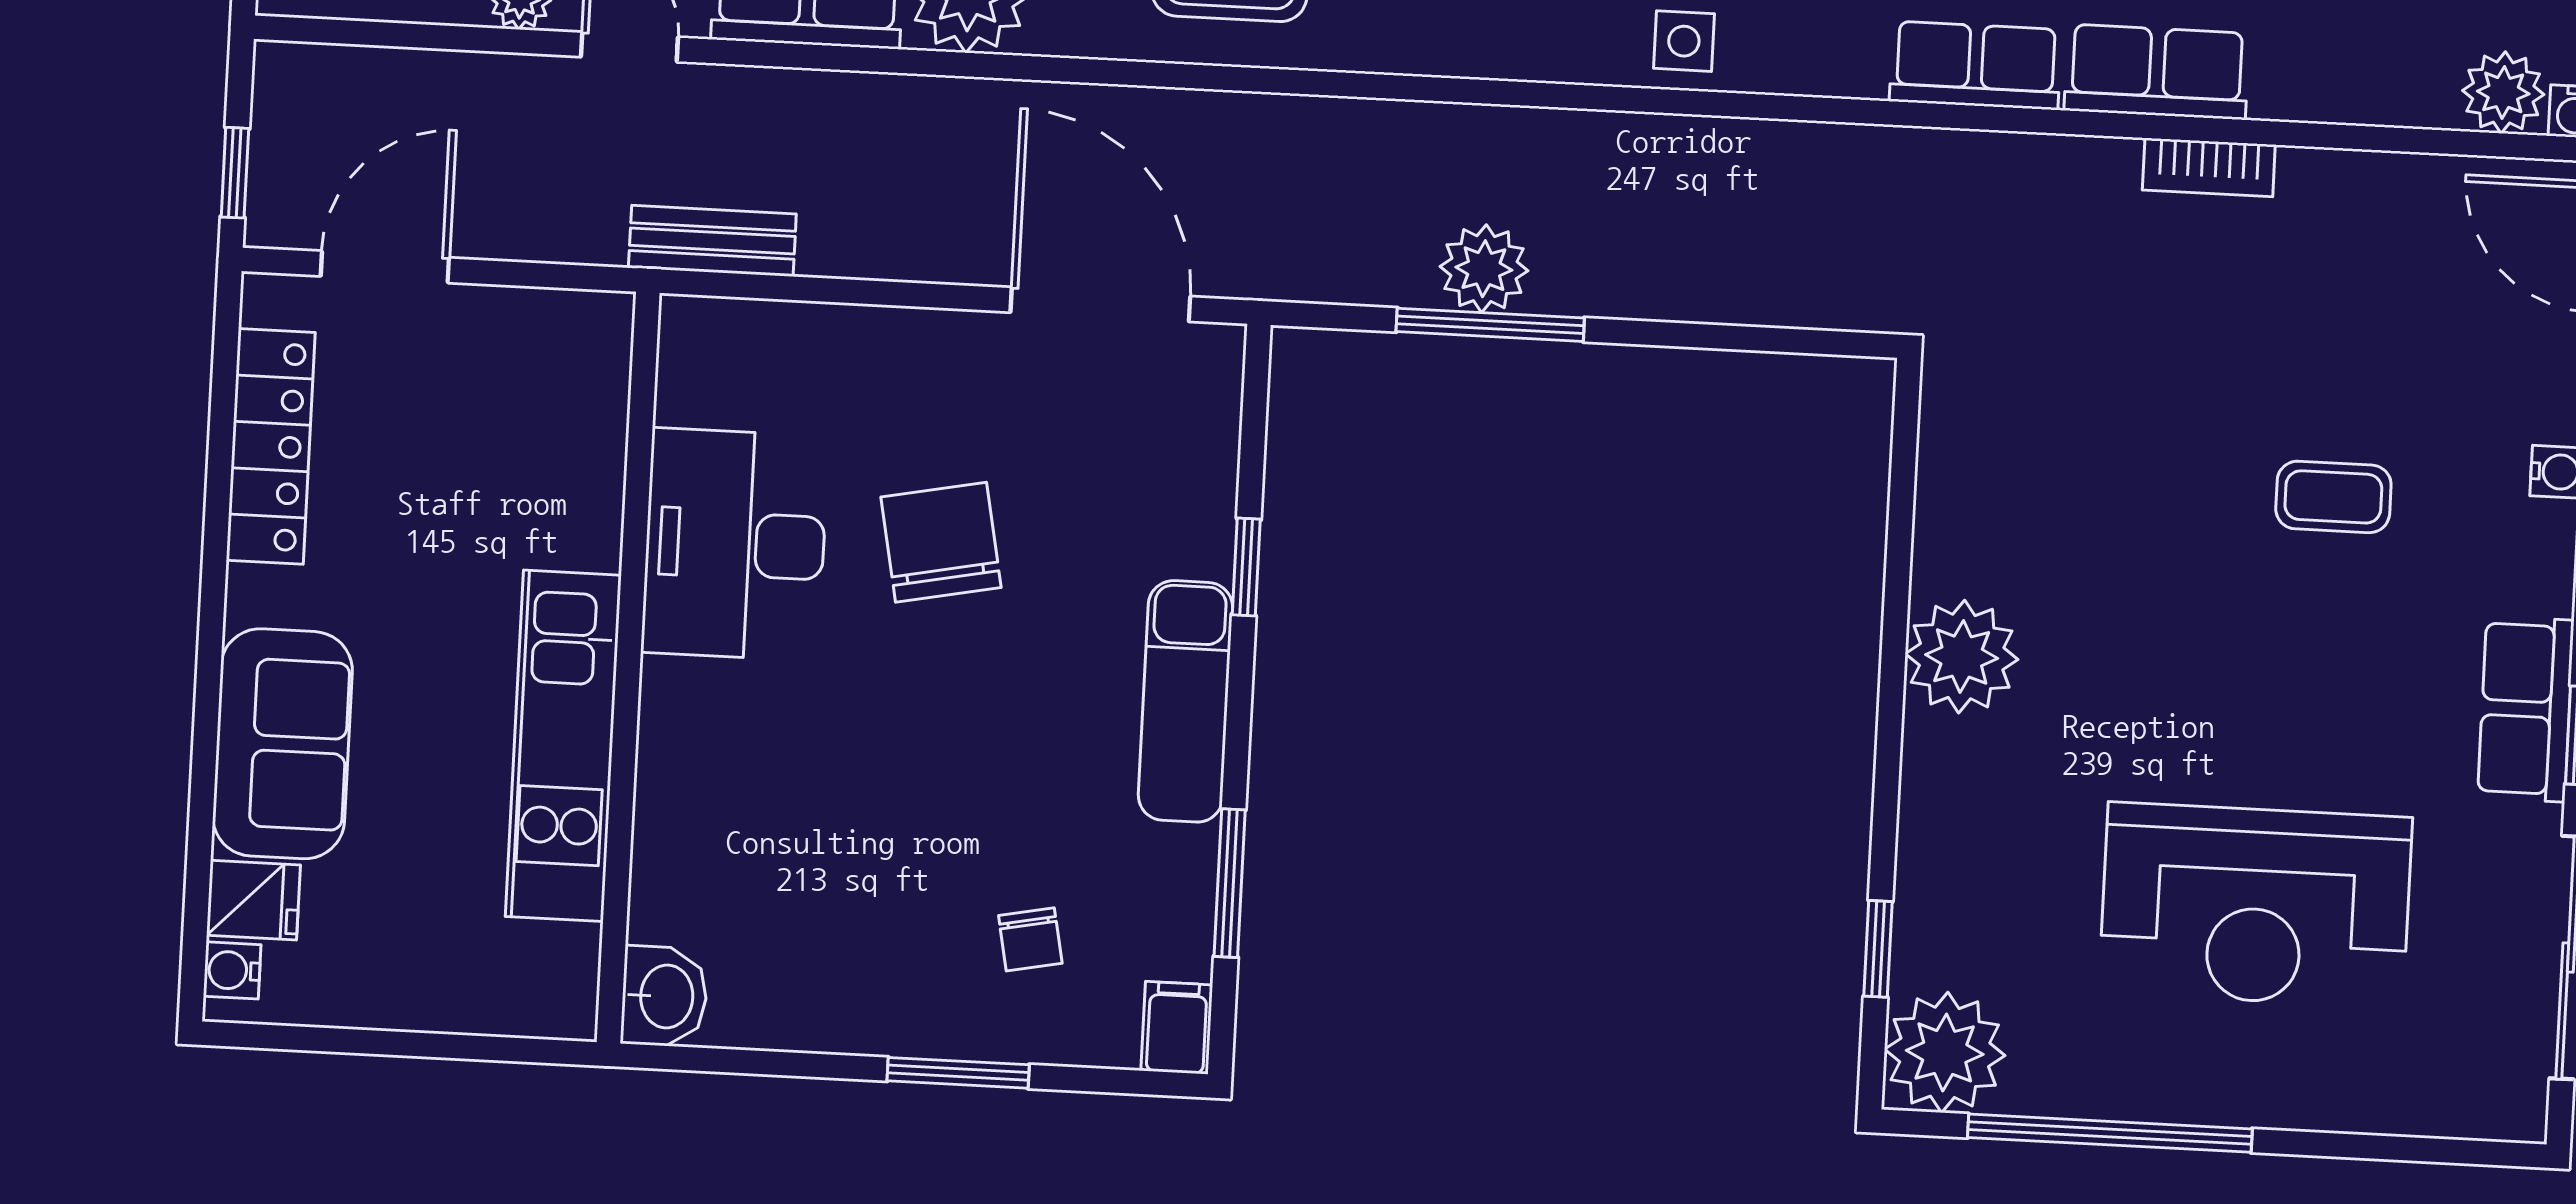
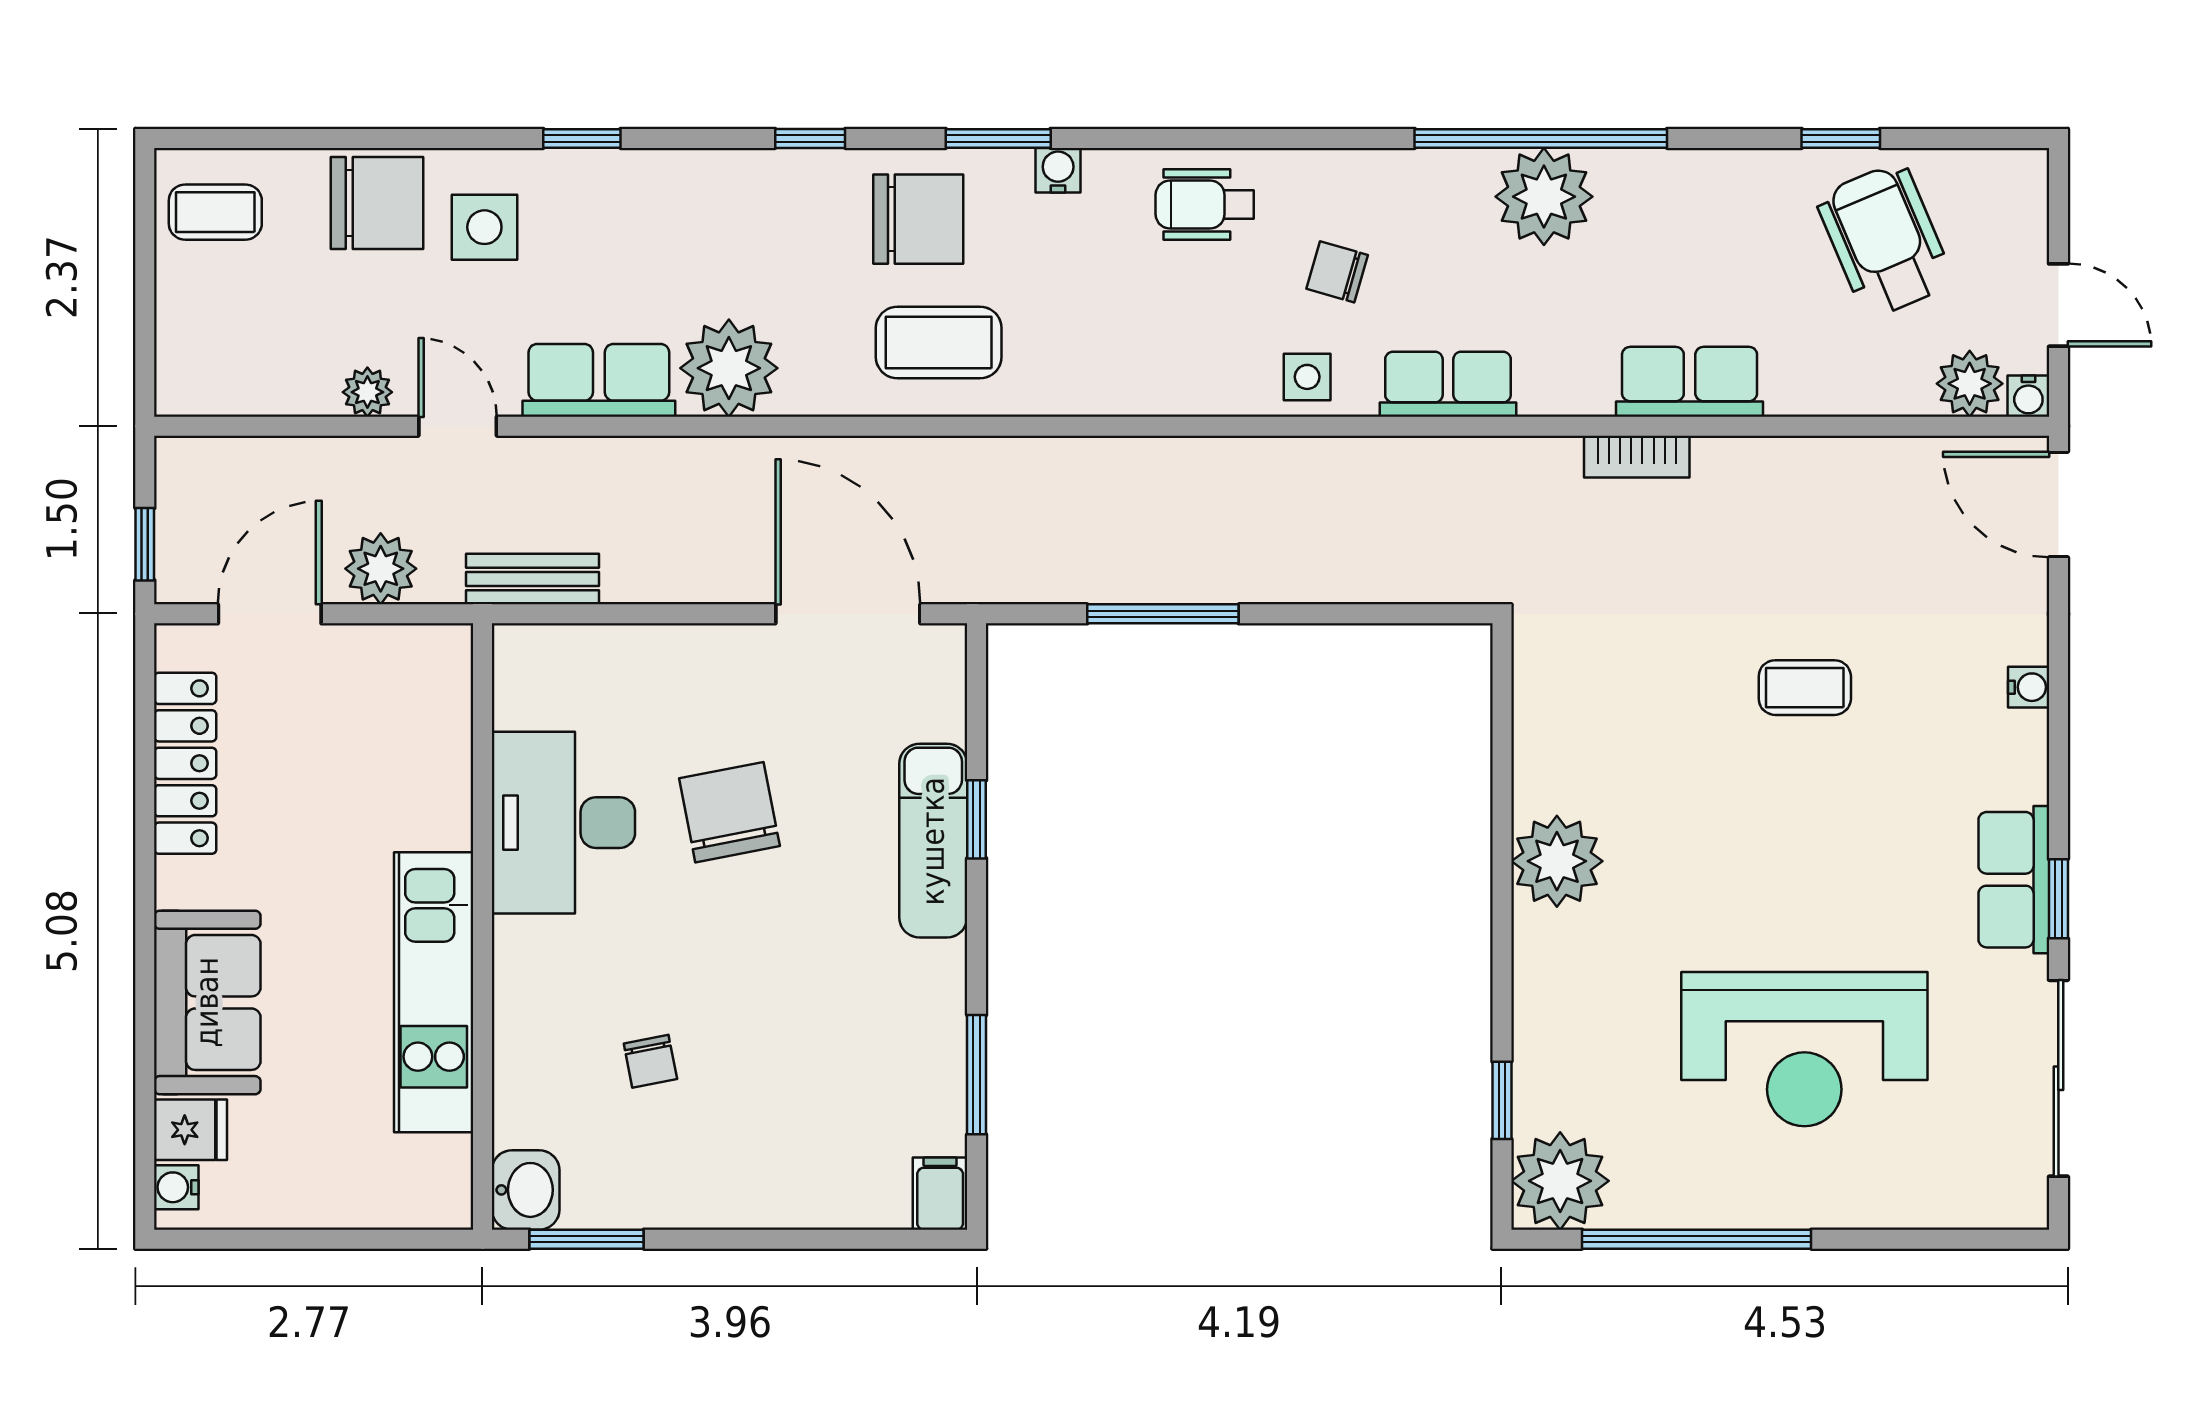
row of seats: (1976, 65) -> (1448, 384), moved
bookcase: (2209, 167) -> (1637, 457), moved
plant: (1484, 269) -> (381, 569), moved
coffee table: (2333, 497) -> (1805, 688), moved
exam couch: (1185, 701) -> (933, 841), moved
chair: (1030, 939) -> (650, 1061), moved
window: (958, 1073) -> (587, 1239), moved

